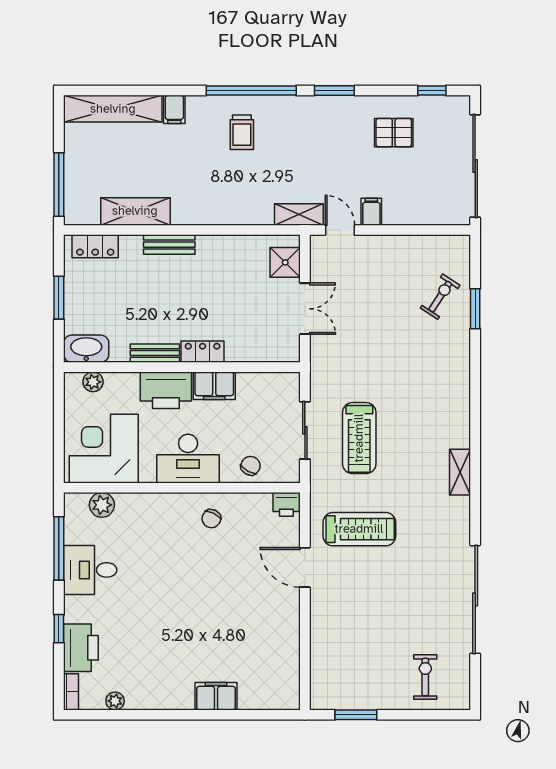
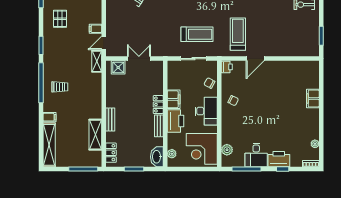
printer: (81, 648) -> (279, 159), moved

